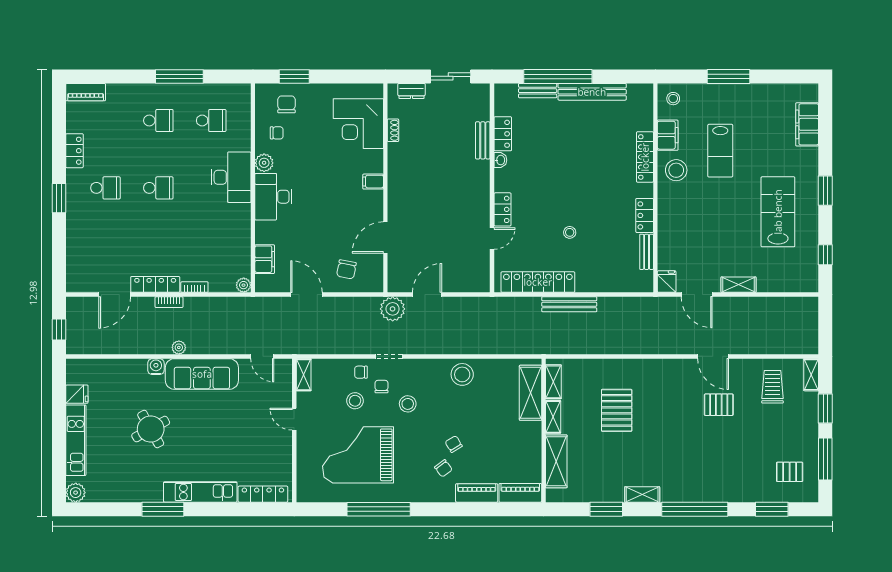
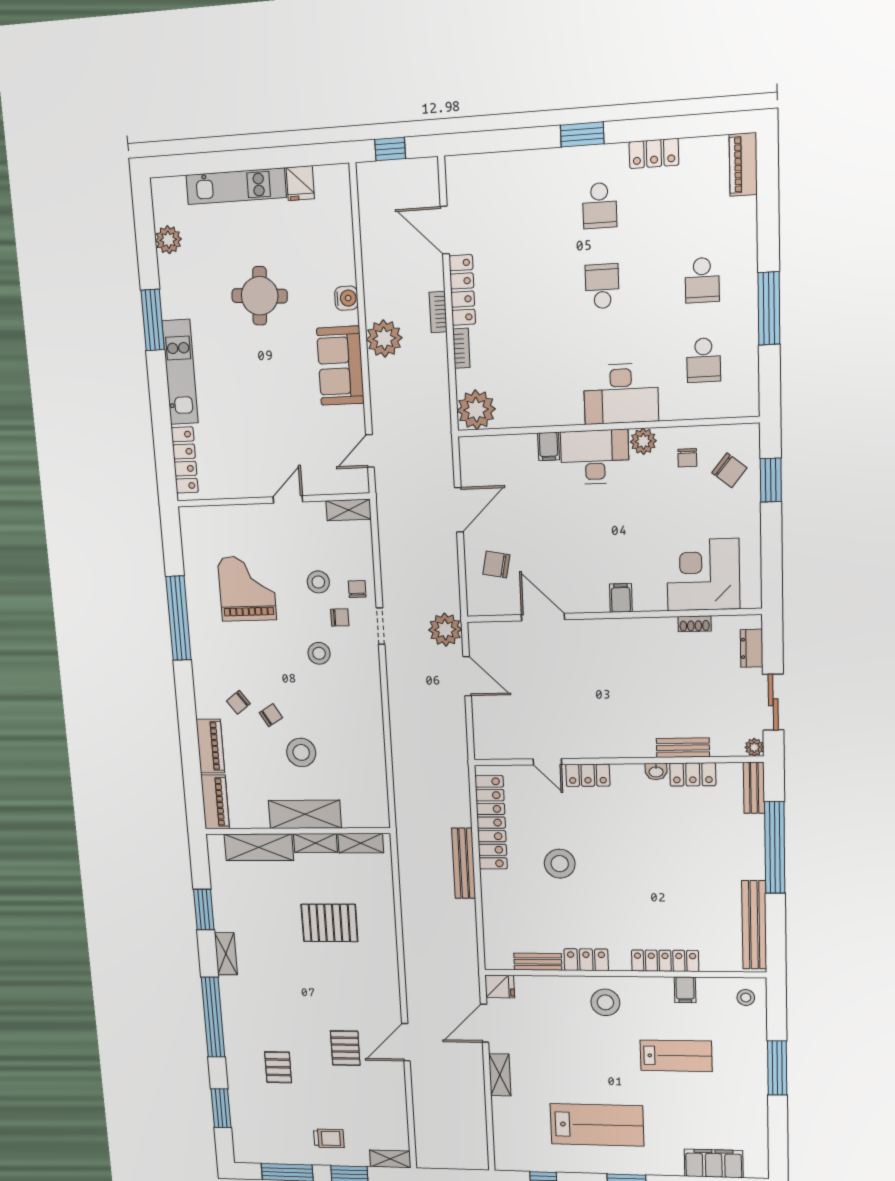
plant: (483, 90) -> (754, 747), added
bench: (538, 91) -> (754, 788), moved
bench: (592, 92) -> (754, 925), moved
chair: (286, 104) -> (729, 470), turned 39
filing cabinet: (668, 135) -> (685, 990), width x0.50
lab bench: (720, 151) -> (676, 1056), turned 180
stool: (676, 170) -> (605, 1002), moved
school desk: (158, 188) -> (602, 286), turned 180
stool: (570, 232) -> (560, 864), width x1.89, depth x1.89
filing cabinet: (265, 259) -> (549, 446), moved, width x0.50
plant: (244, 285) -> (476, 410), width x1.88, depth x1.88
plant: (179, 347) -> (384, 339), width x1.88, depth x1.88
sofa: (202, 374) -> (340, 366), width x0.73
stool: (462, 374) -> (301, 752), moved
trolley: (773, 387) -> (329, 1138), moved, width x0.73, depth x0.72
shelving: (531, 393) -> (305, 814), moved
round table: (151, 429) -> (260, 296), turned 33
grand piano: (358, 455) -> (247, 588), width x0.73, depth x0.68
pallet: (790, 472) -> (278, 1067), moved
plant: (76, 493) -> (168, 240), moved

